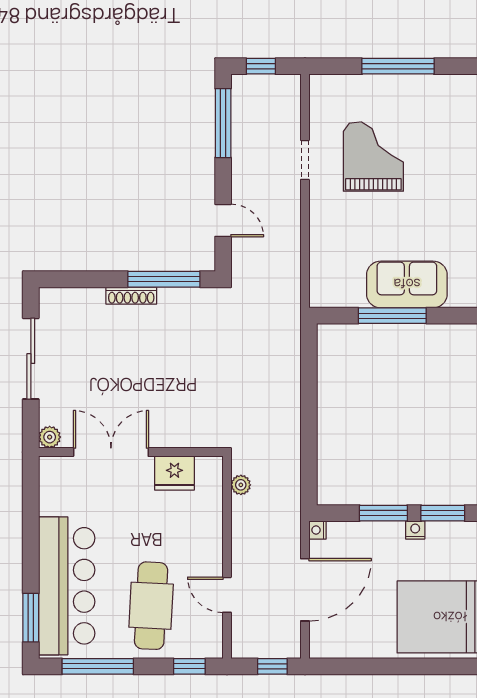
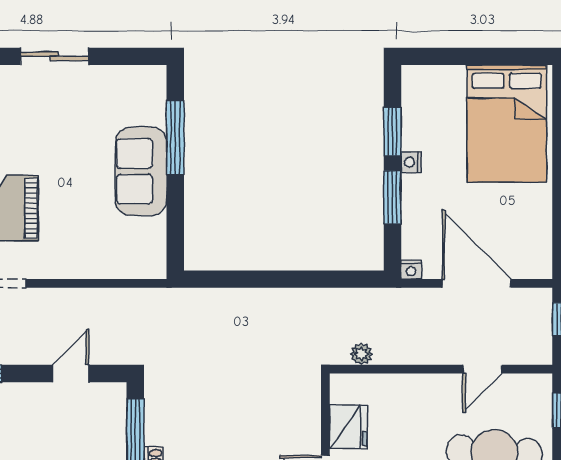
window: (392, 316) -> (175, 137), moved

